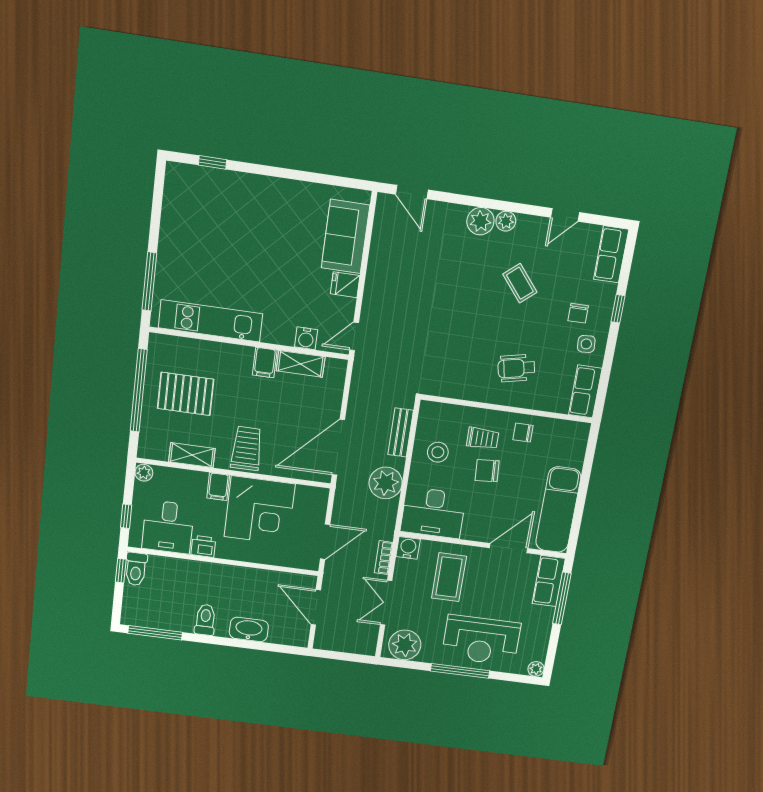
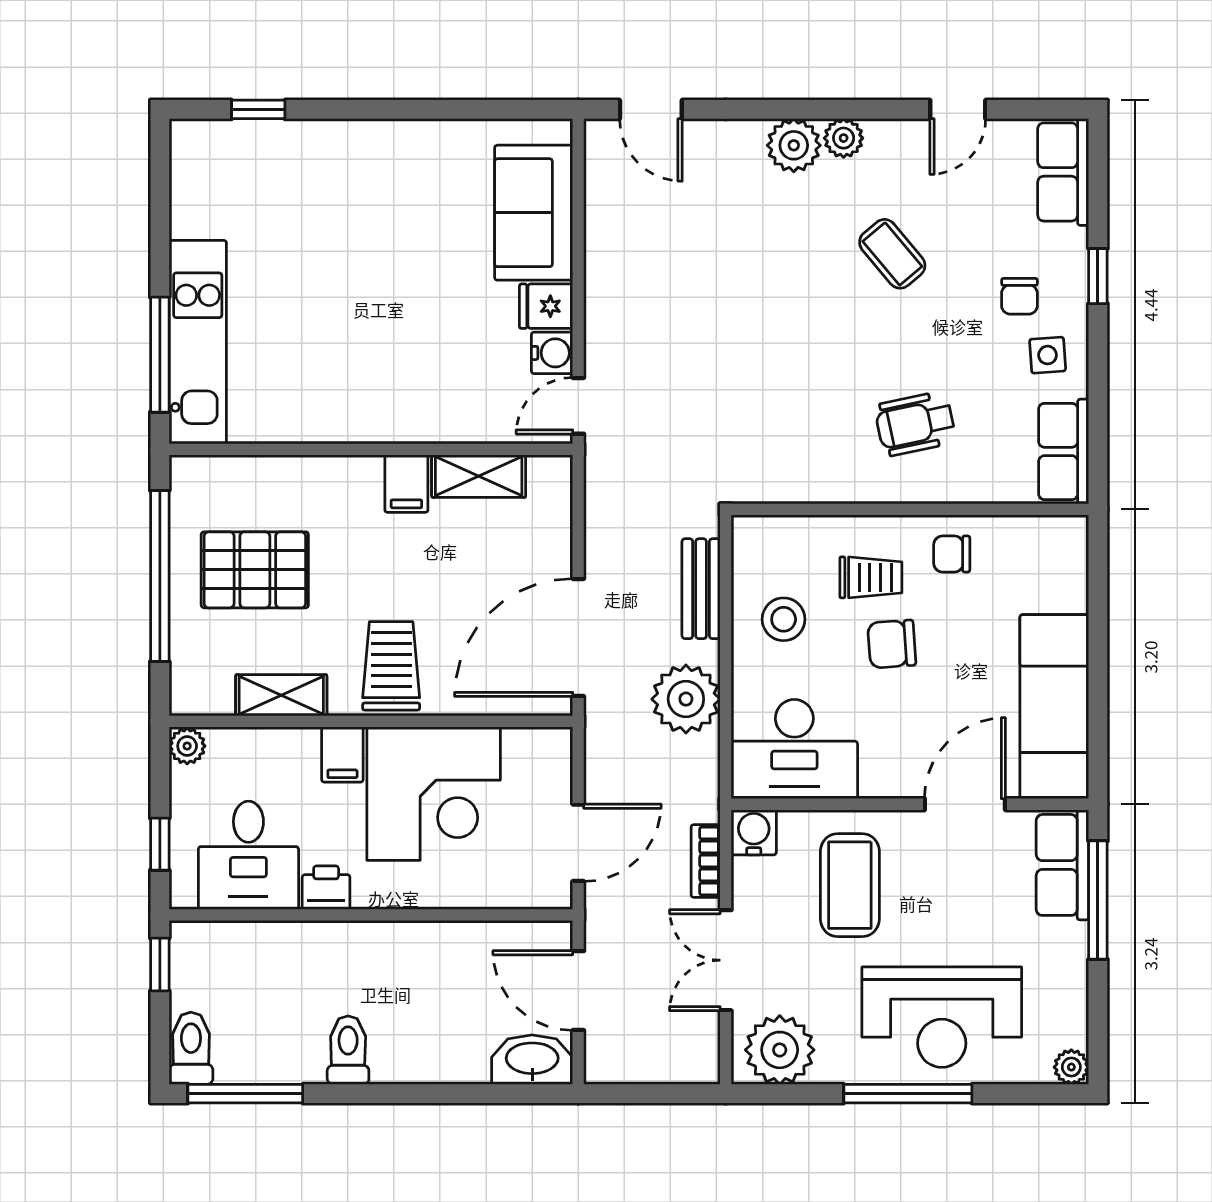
kitchen unit: (211, 321) -> (198, 342), moved, turned 90
water cooler: (306, 338) -> (552, 353), moved, turned -90
toilet: (136, 569) -> (191, 1048), moved, turned 180
washbasin: (249, 629) -> (532, 1060), moved

